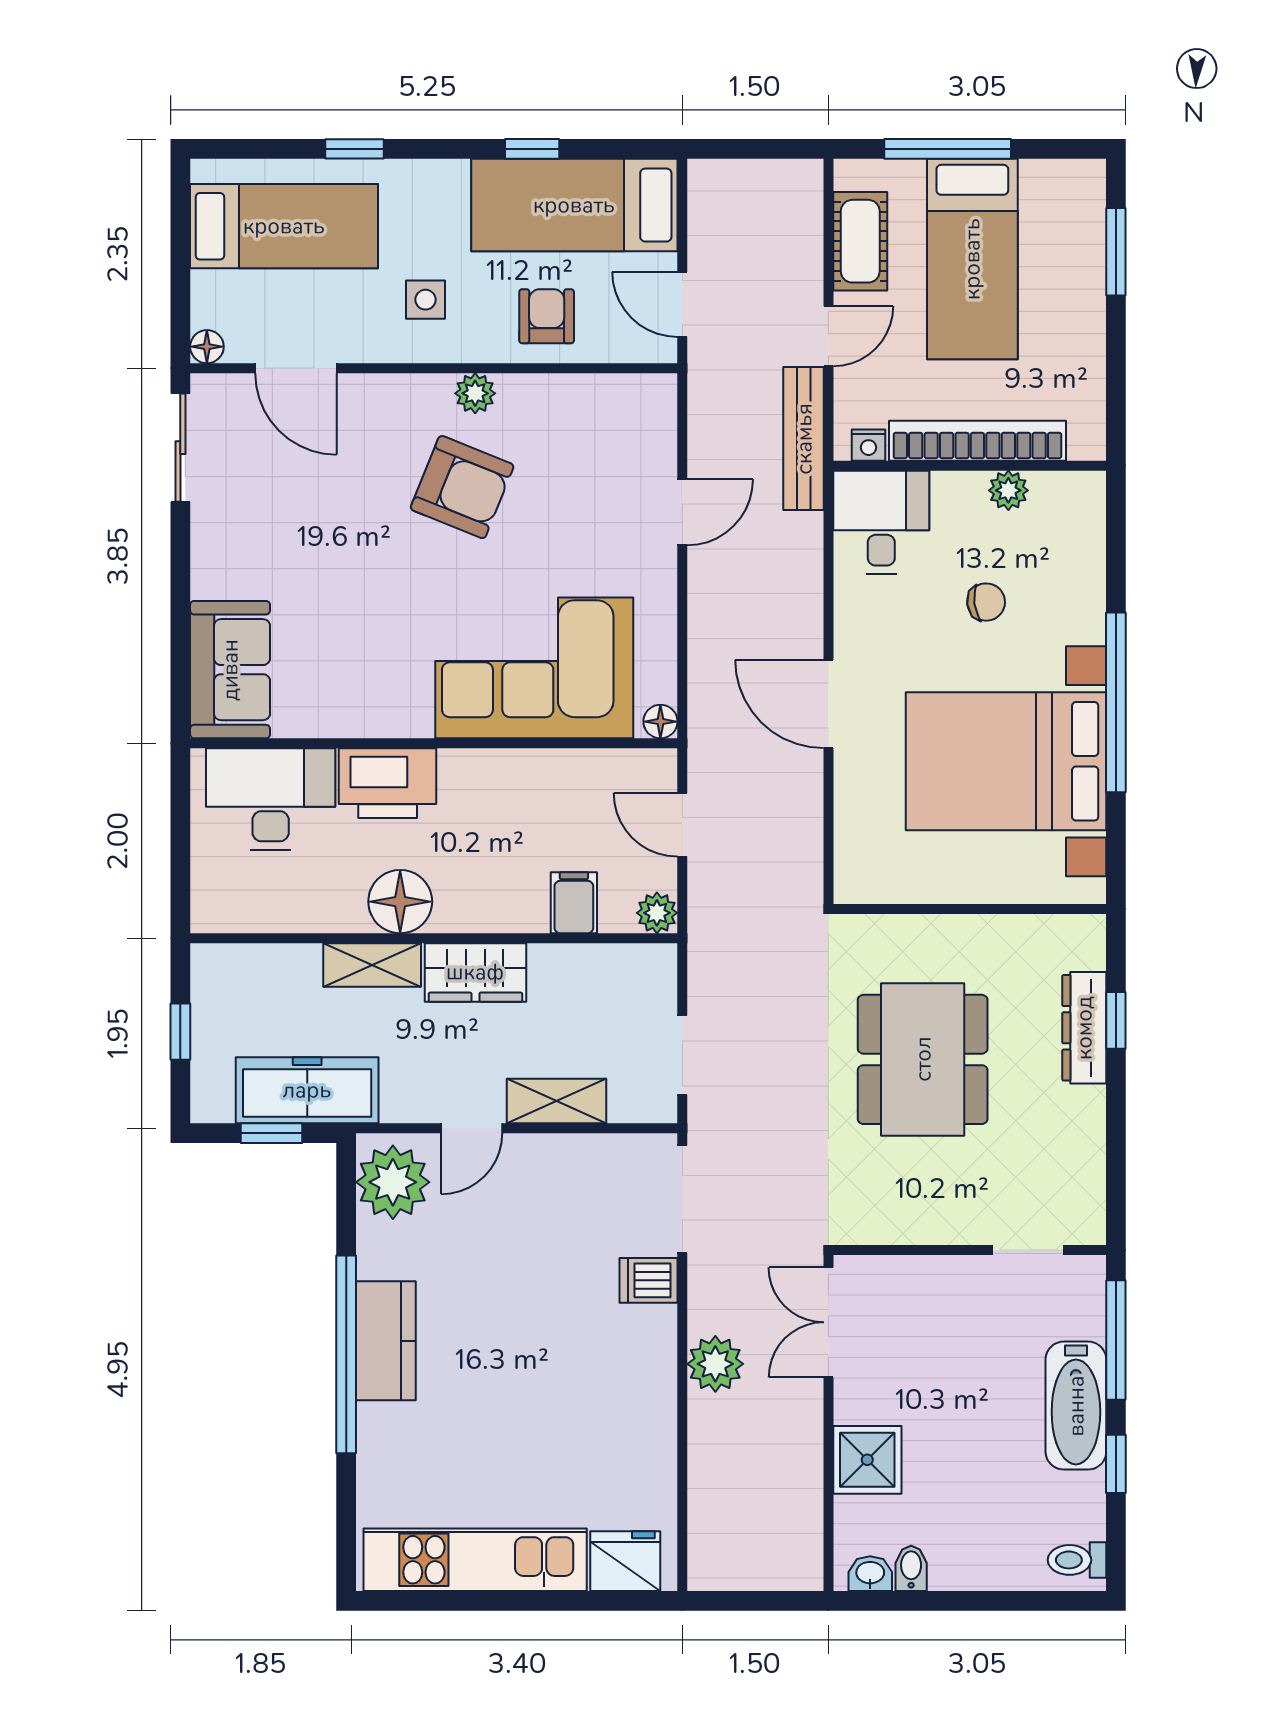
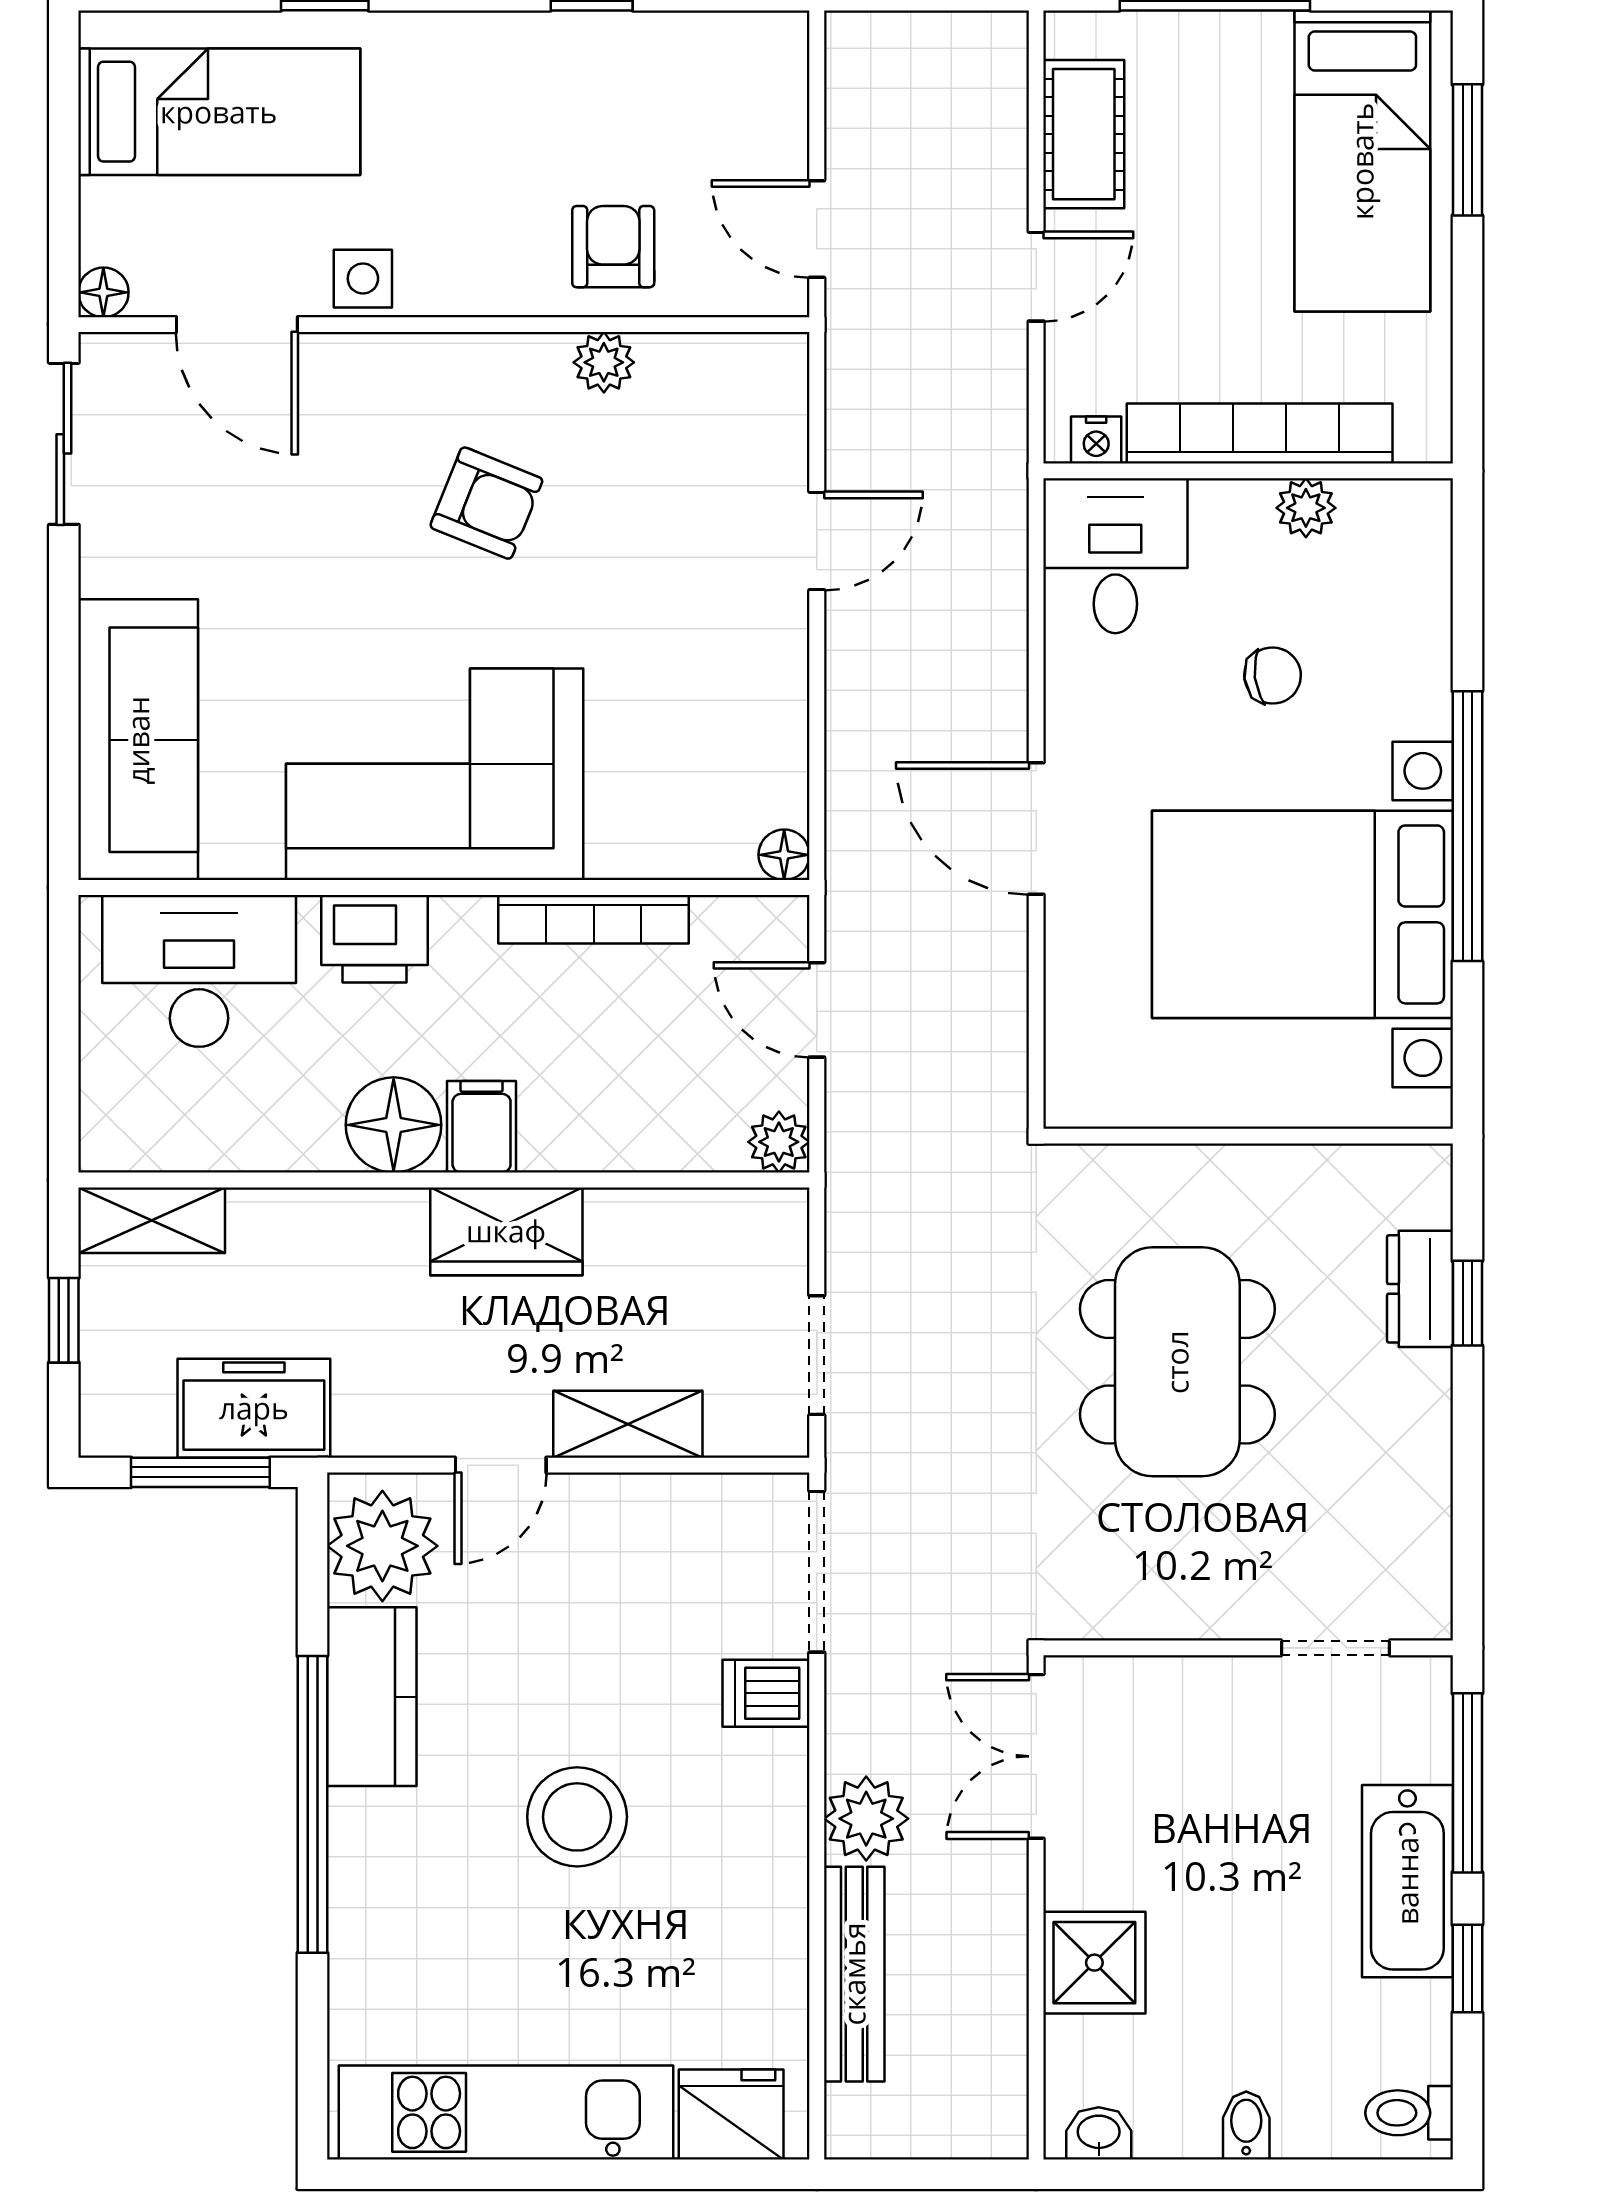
bed: (574, 205) -> (655, 80), removed
bed: (972, 259) -> (1362, 161), moved
side table: (426, 300) -> (363, 279), moved
plant: (475, 393) -> (604, 362), moved
bench: (804, 439) -> (854, 1974), moved
armchair: (462, 487) -> (486, 503), width x0.72, depth x0.72
corner sofa: (534, 668) -> (435, 774), moved
sofa: (230, 670) -> (138, 740), width x1.36
bookcase: (534, 764) -> (594, 919), added
printer: (388, 783) -> (375, 939), width x0.73, depth x0.84
filing cabinet: (574, 903) -> (482, 1127), moved
shelving: (372, 965) -> (152, 1220), moved
dresser: (1084, 1028) -> (1420, 1289), width x0.70
freezer: (307, 1090) -> (254, 1408), width x0.71
window: (271, 1133) -> (200, 1472), width x1.50
kitchen counter: (386, 1341) -> (372, 1697), moved
stool: (523, 1363) -> (577, 1817), added
bidet: (911, 1568) -> (1246, 2126), moved

